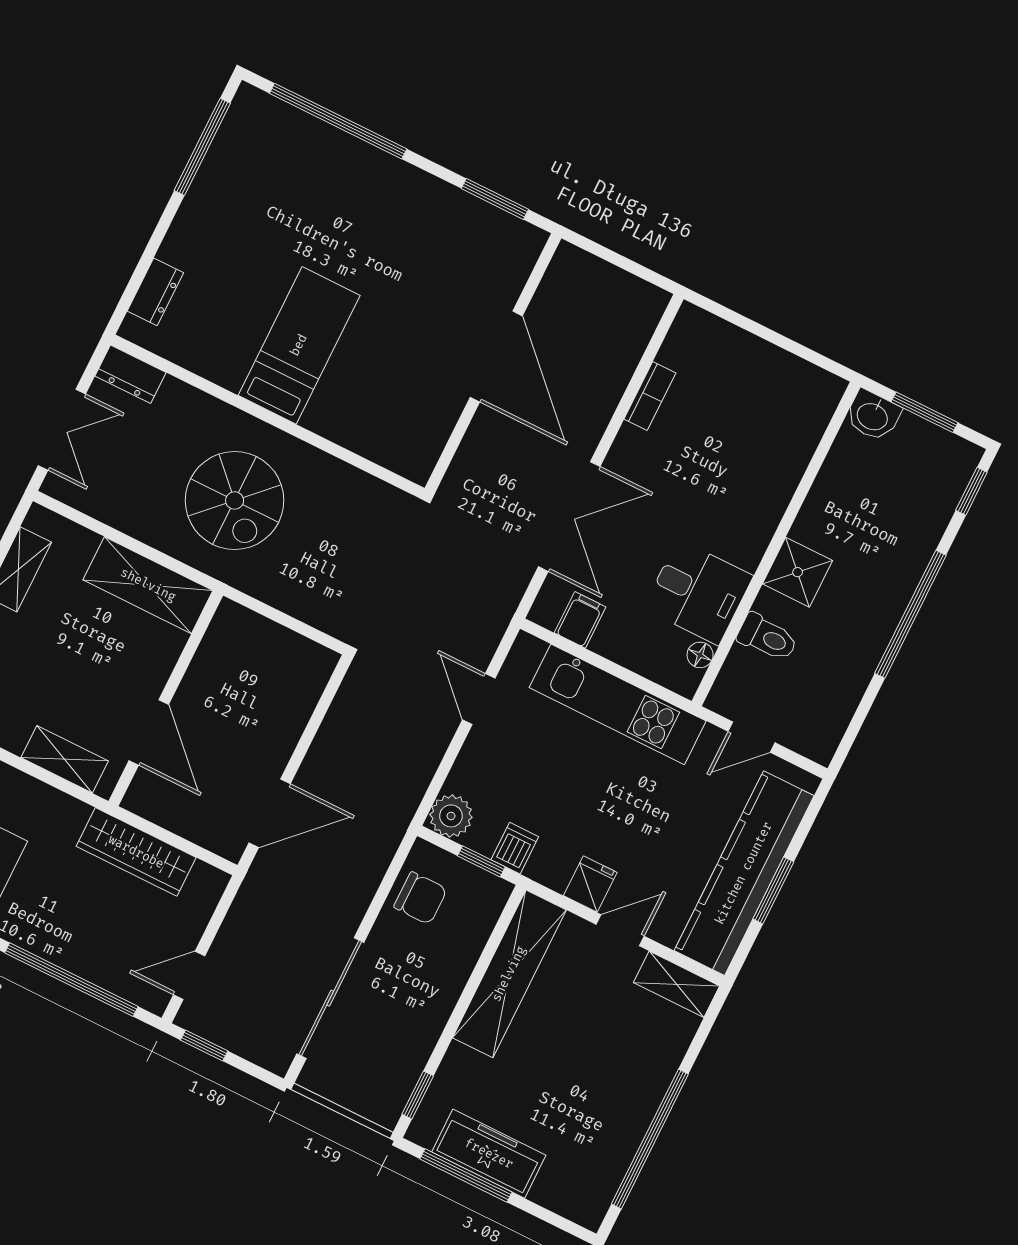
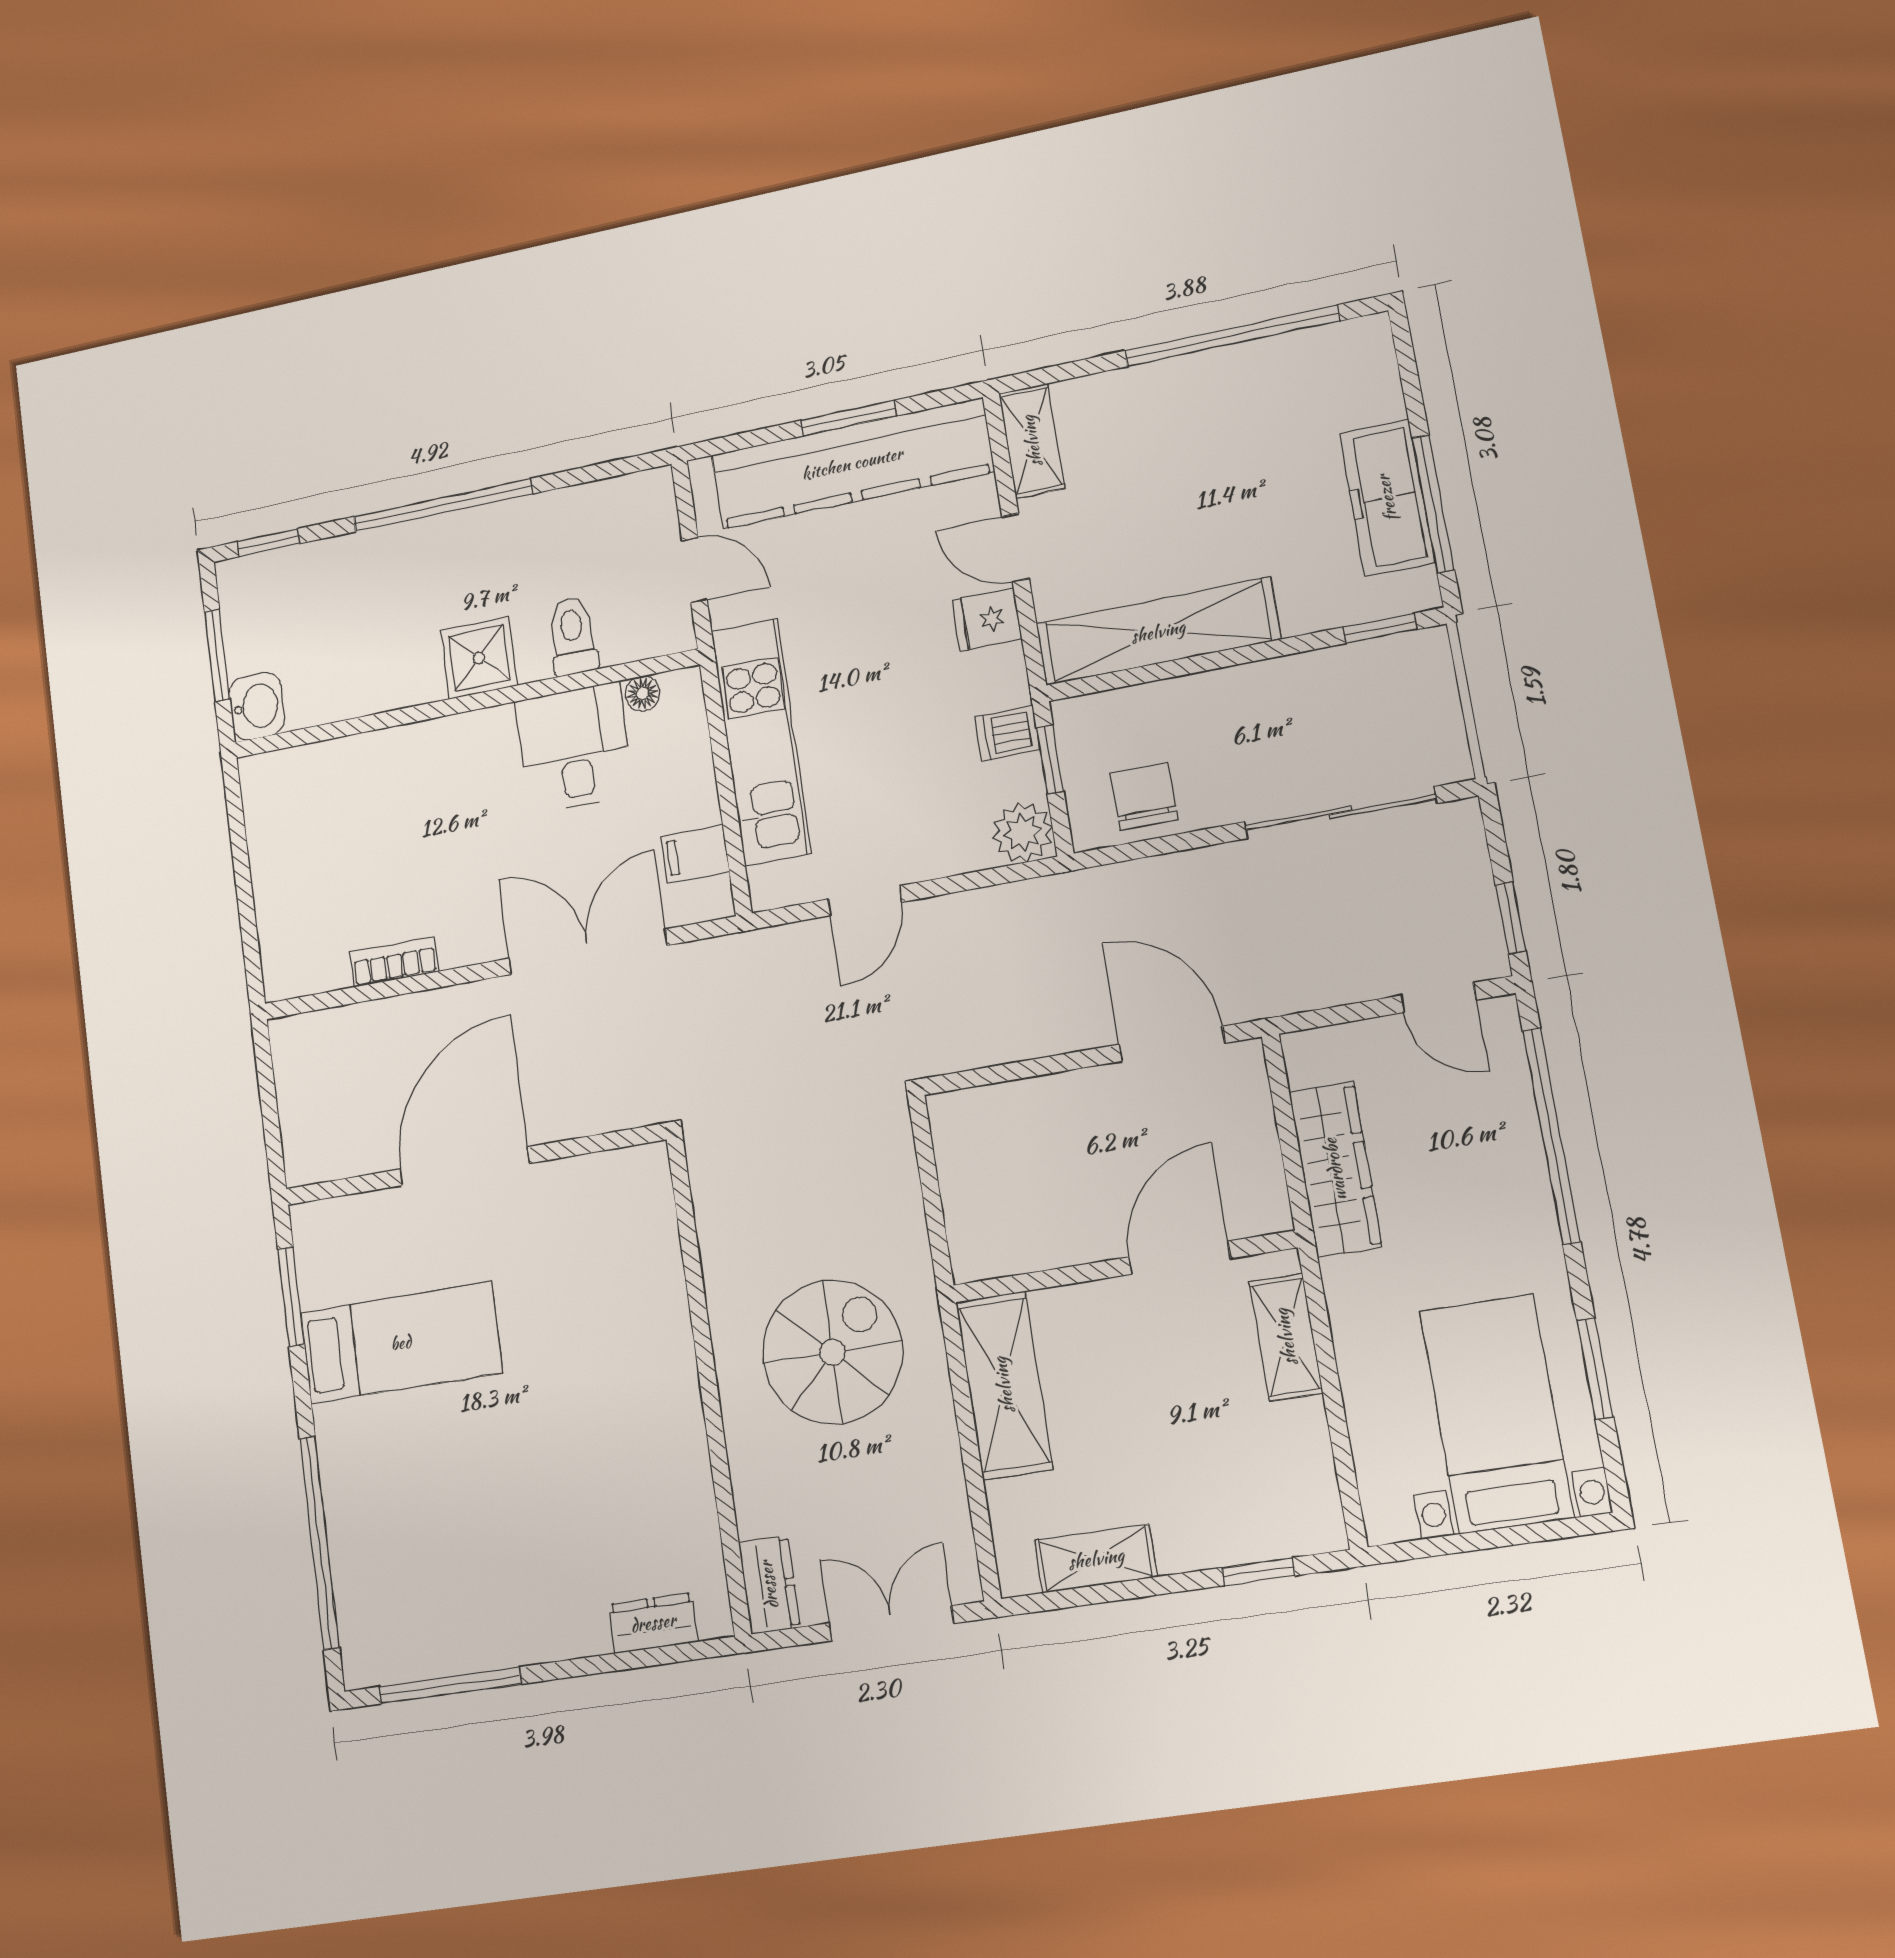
bed: (299, 345) -> (401, 1343), moved, turned 180

